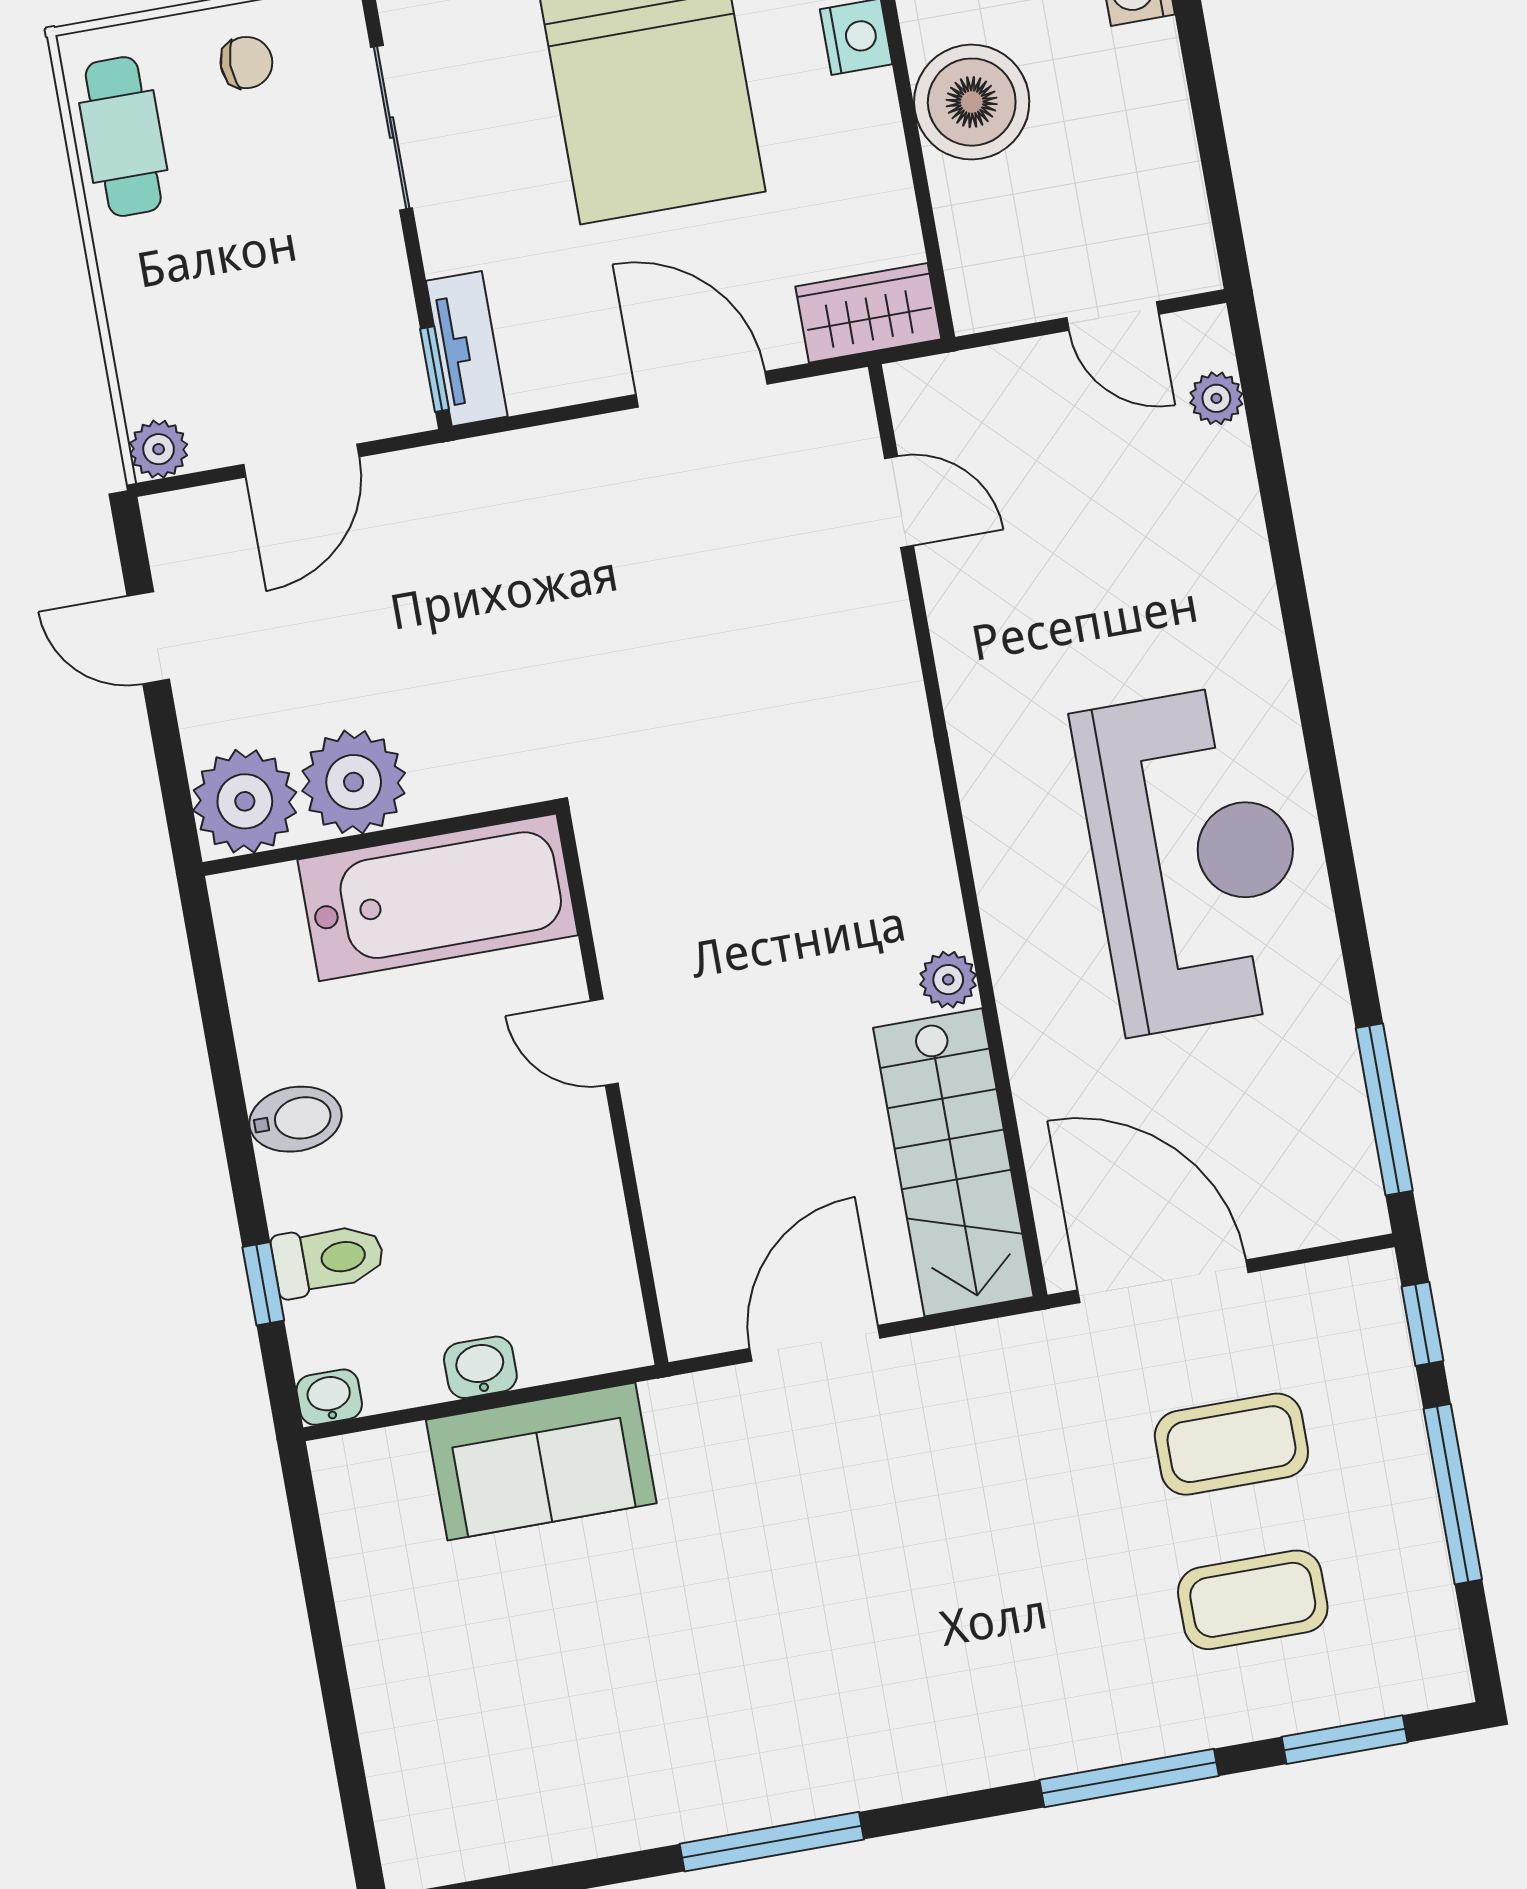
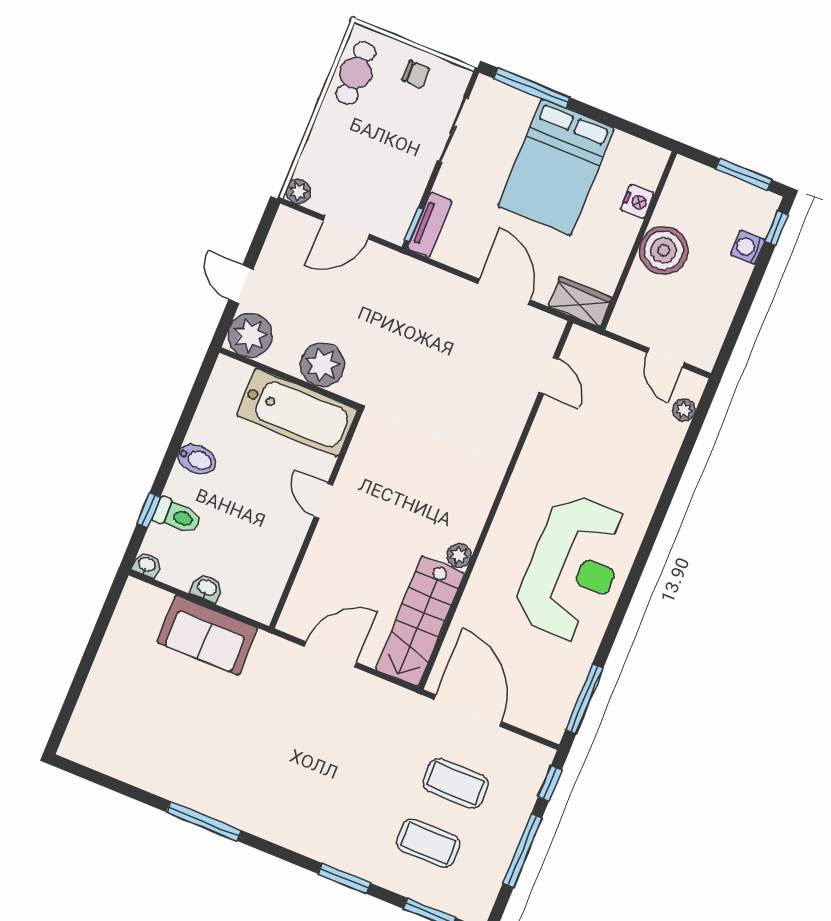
door: (148, 638) -> (241, 284), moved
plant: (354, 782) -> (322, 365), moved
window: (1129, 1778) -> (344, 879), width x0.69

